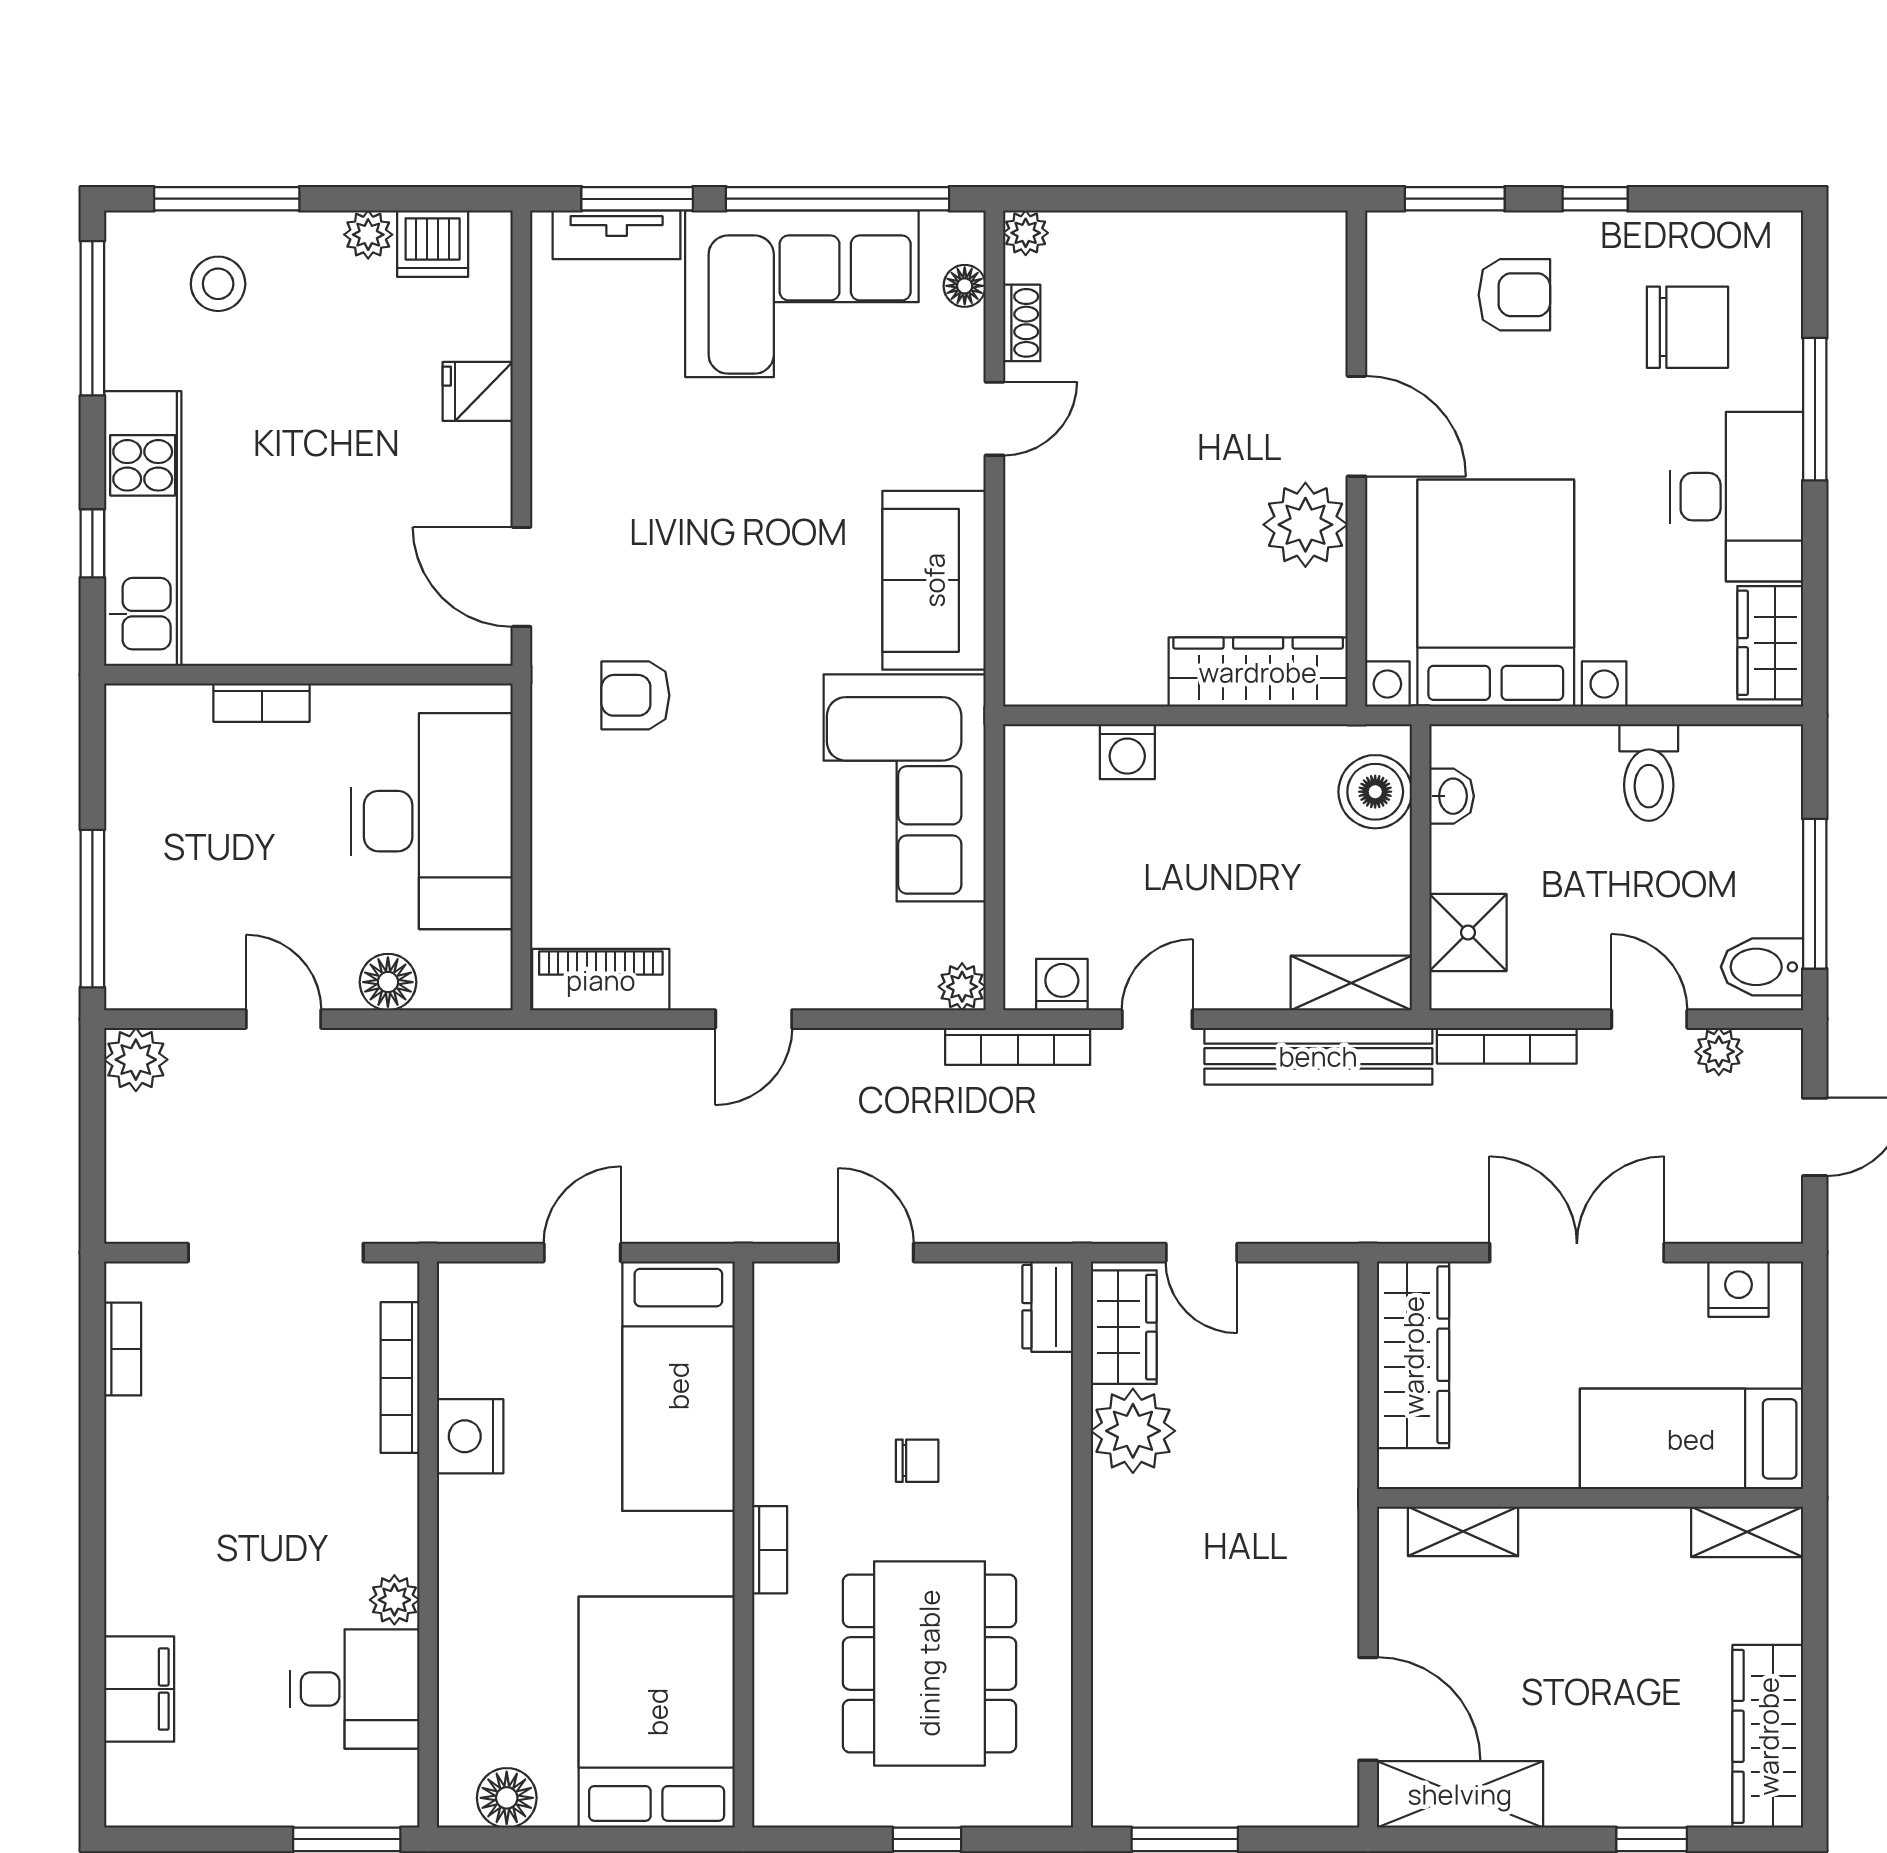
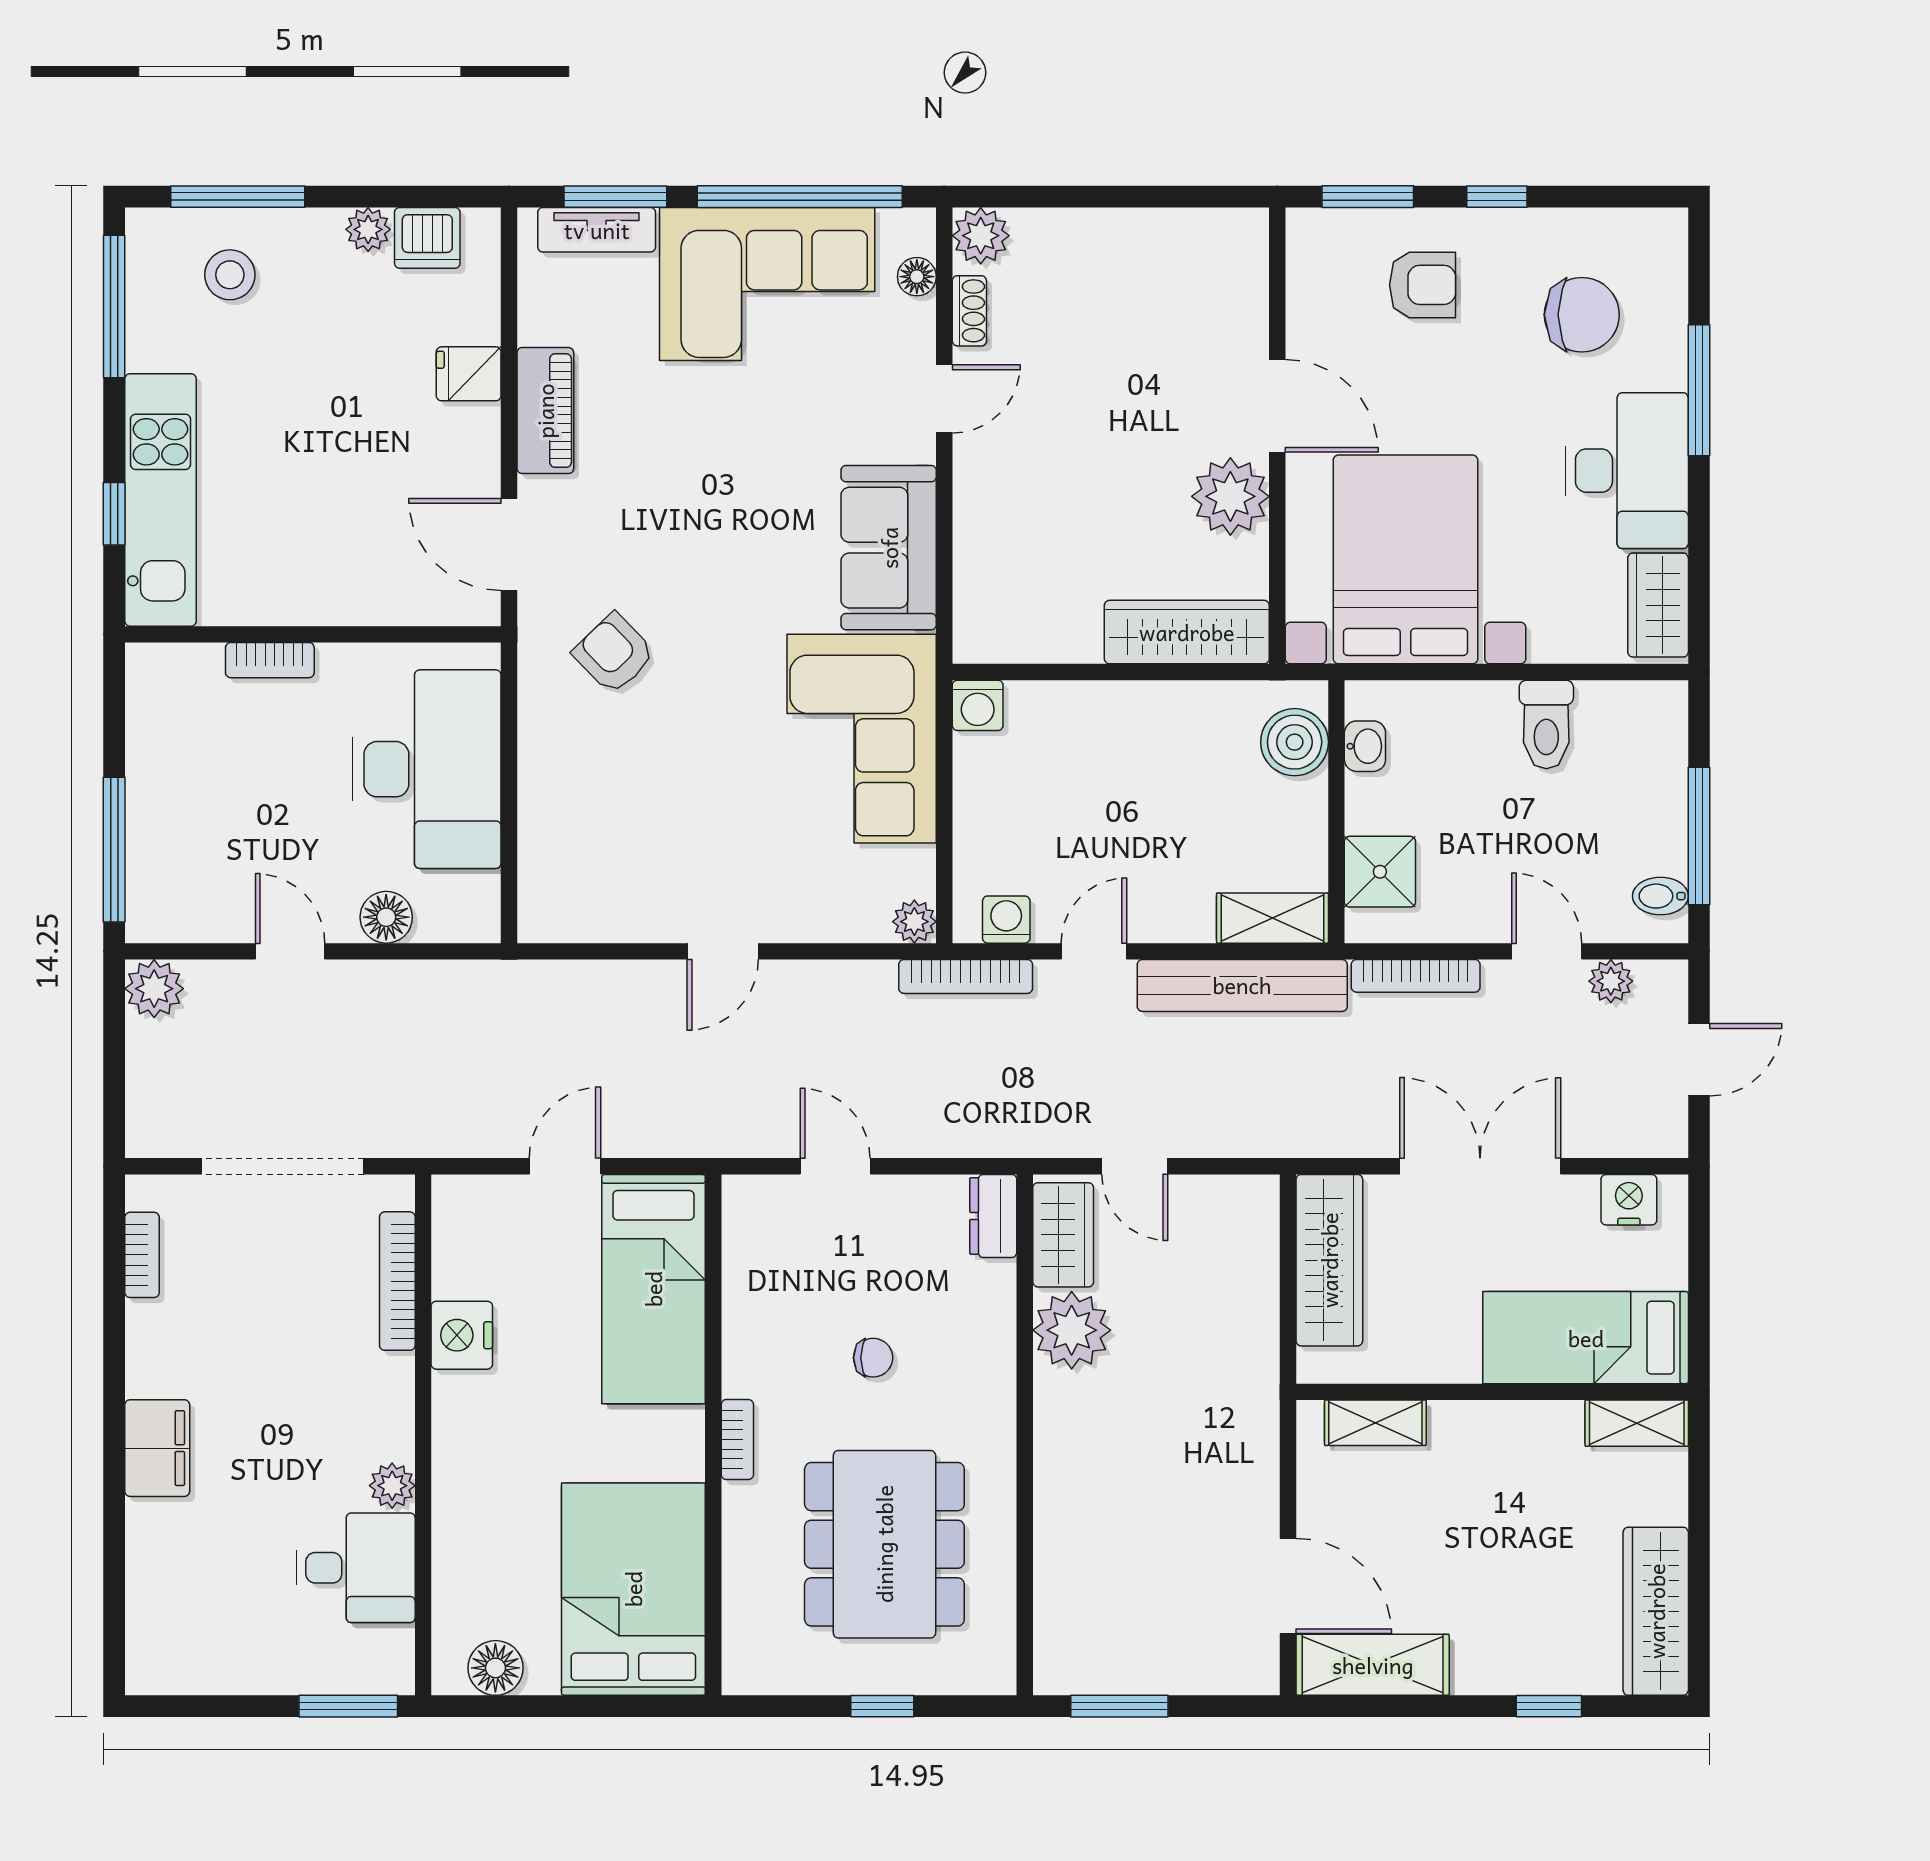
plant: (1026, 233) -> (981, 236), width x1.38, depth x1.38
armchair: (635, 695) -> (614, 653), turned 46
washing machine: (1127, 752) -> (978, 705), moved
bidet: (1762, 967) -> (1660, 896), width x0.72, depth x0.74
piano: (601, 980) -> (545, 411), moved, turned 90
filing cabinet: (139, 1689) -> (157, 1448), moved

